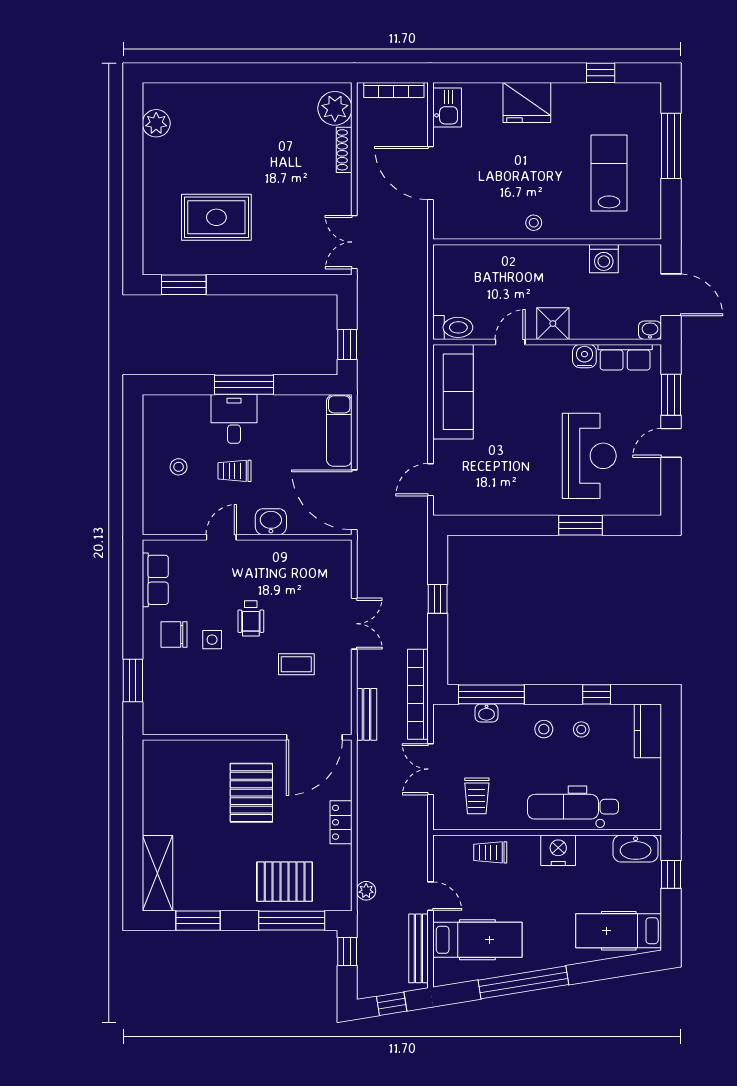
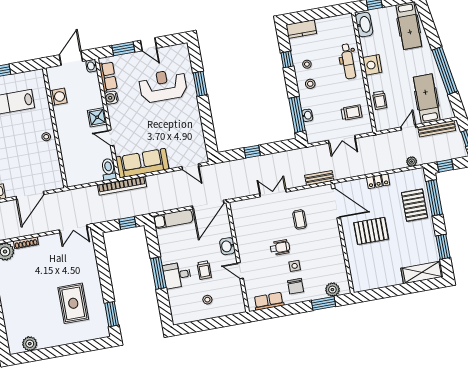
bookcase: (418, 694) -> (122, 186), moved
plant: (156, 702) -> (332, 290), added
dental chair: (573, 807) -> (348, 61), width x0.73, depth x0.72

